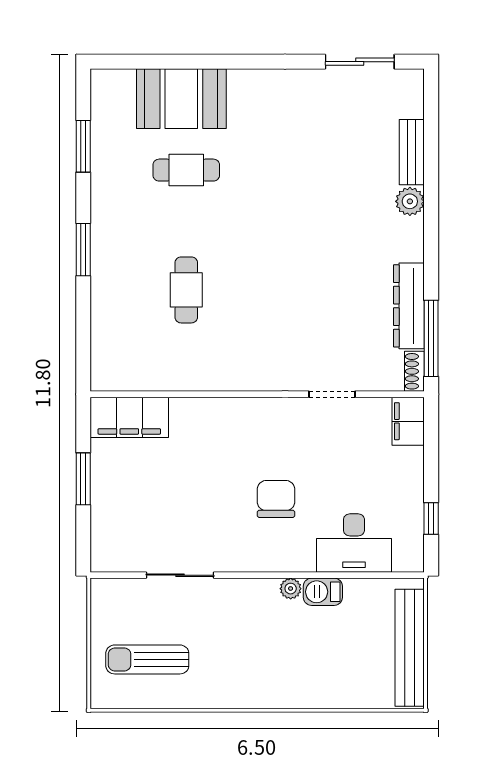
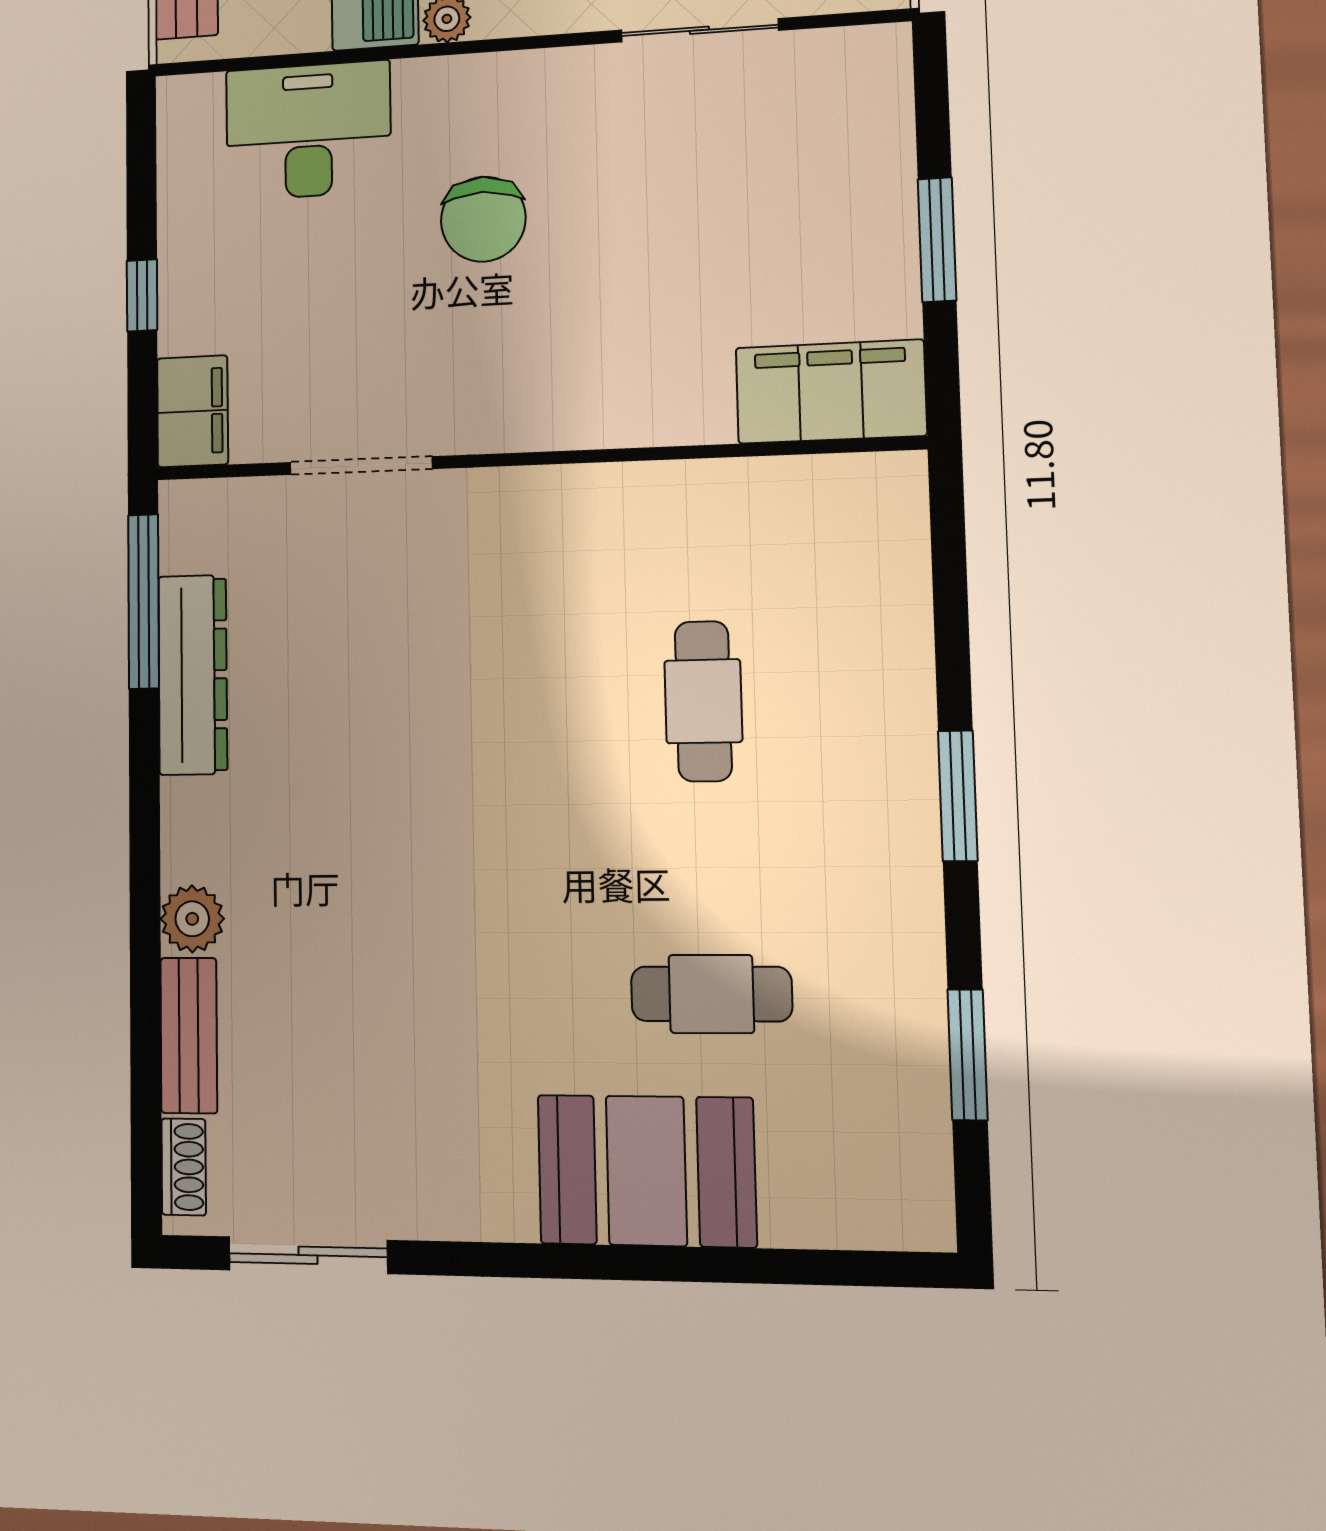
booth: (181, 99) -> (646, 1171), moved
shoe rack: (414, 371) -> (184, 1167), moved
doorway: (332, 394) -> (361, 466), width x1.38
window: (431, 519) -> (142, 295), moved

